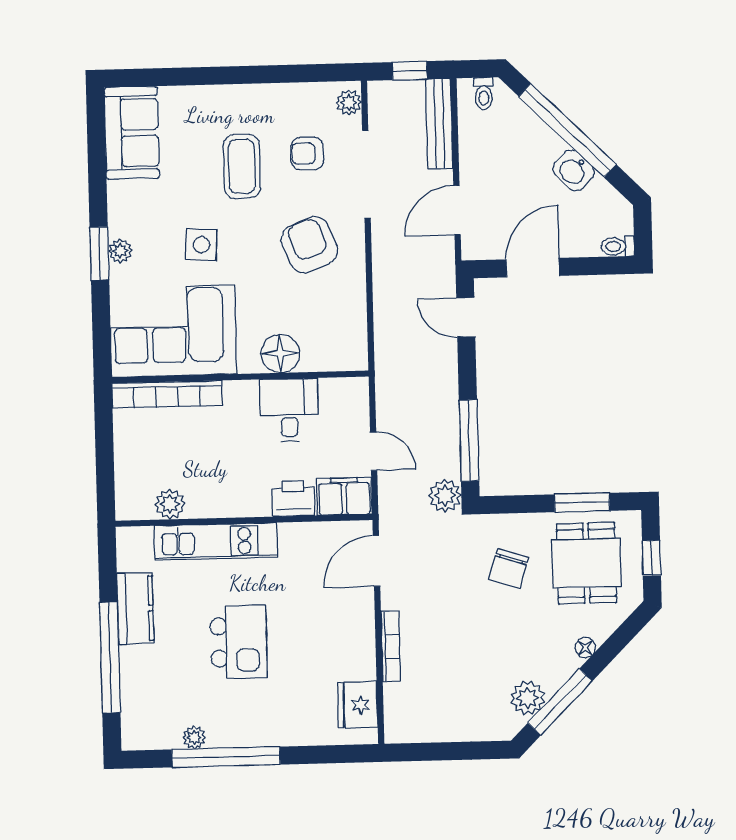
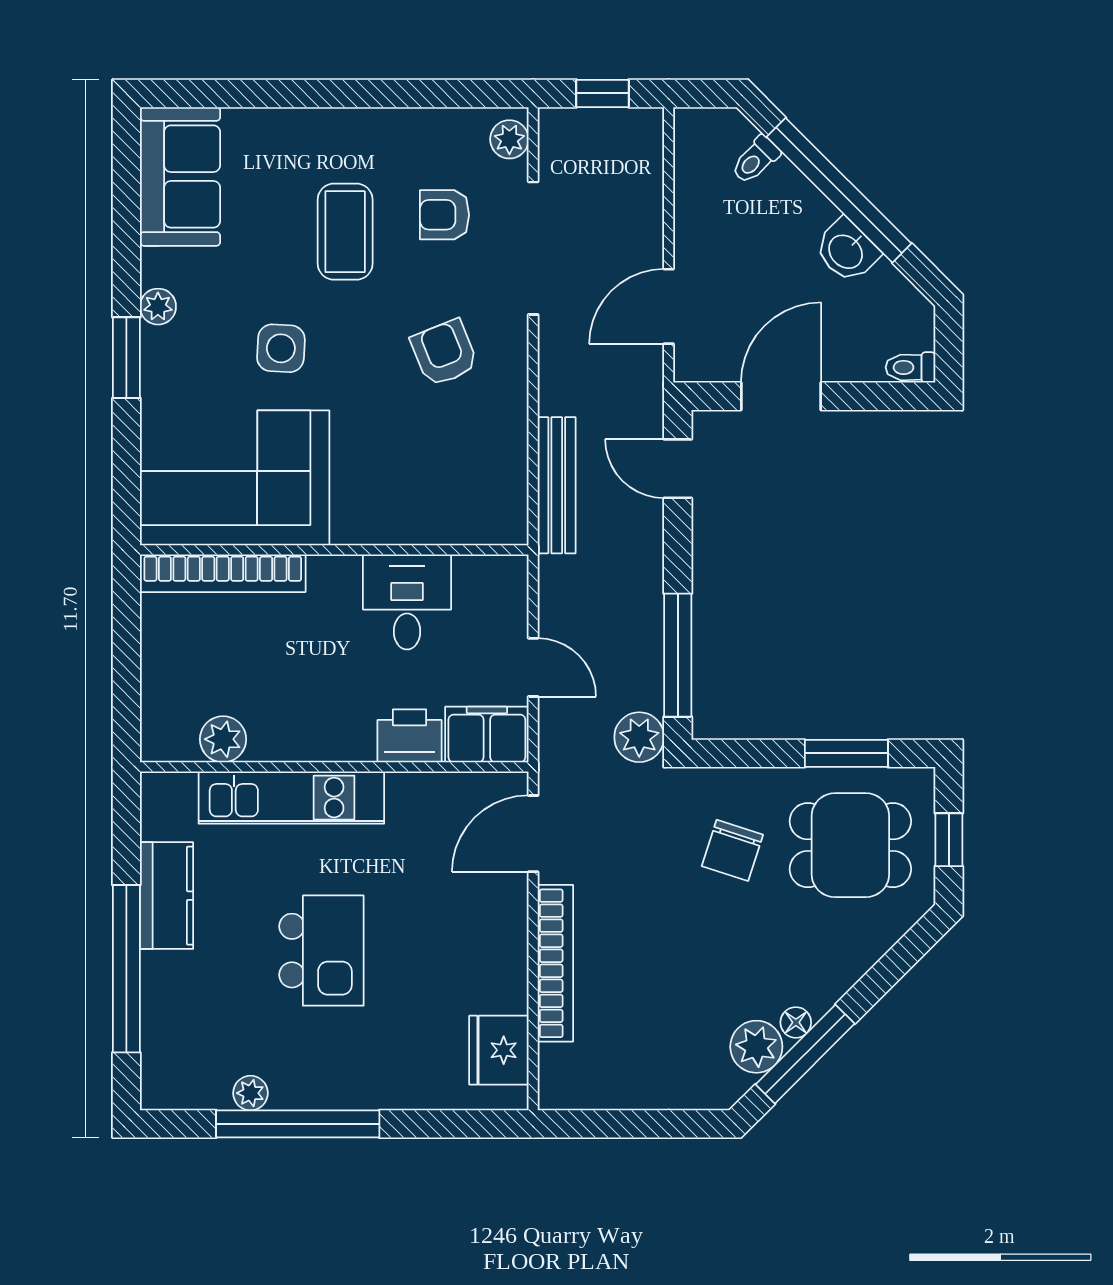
toilet: (484, 94) -> (755, 160), moved, turned 45
bench: (439, 124) -> (557, 485), moved
armchair: (309, 245) -> (444, 353), width x0.72, depth x0.72
plant: (120, 251) -> (158, 307), moved
floor lamp: (280, 354) -> (396, 516), removed
dining table: (586, 563) -> (850, 845), turned 90
bookcase: (391, 646) -> (555, 963), width x1.48, depth x1.31
floor lamp: (585, 648) -> (796, 1022), moved

